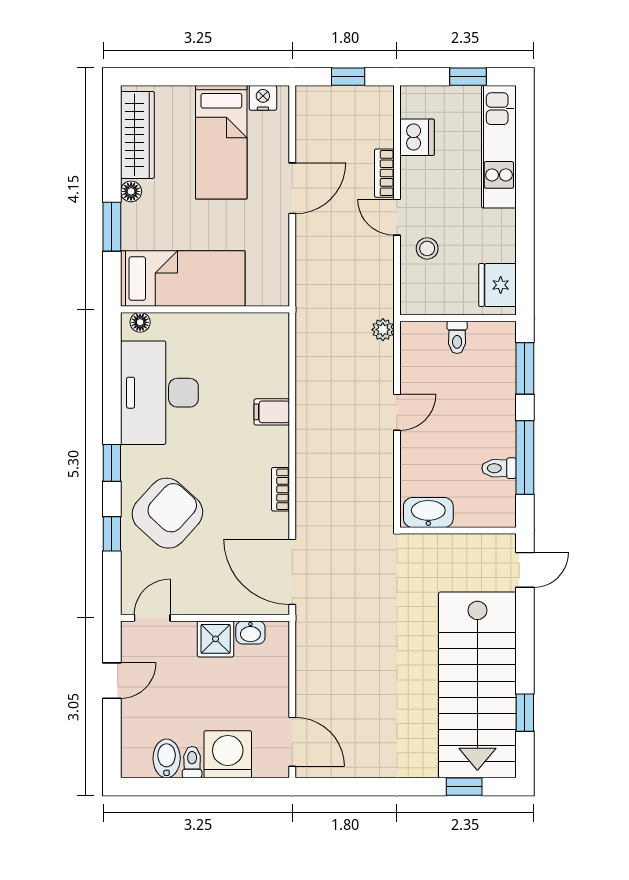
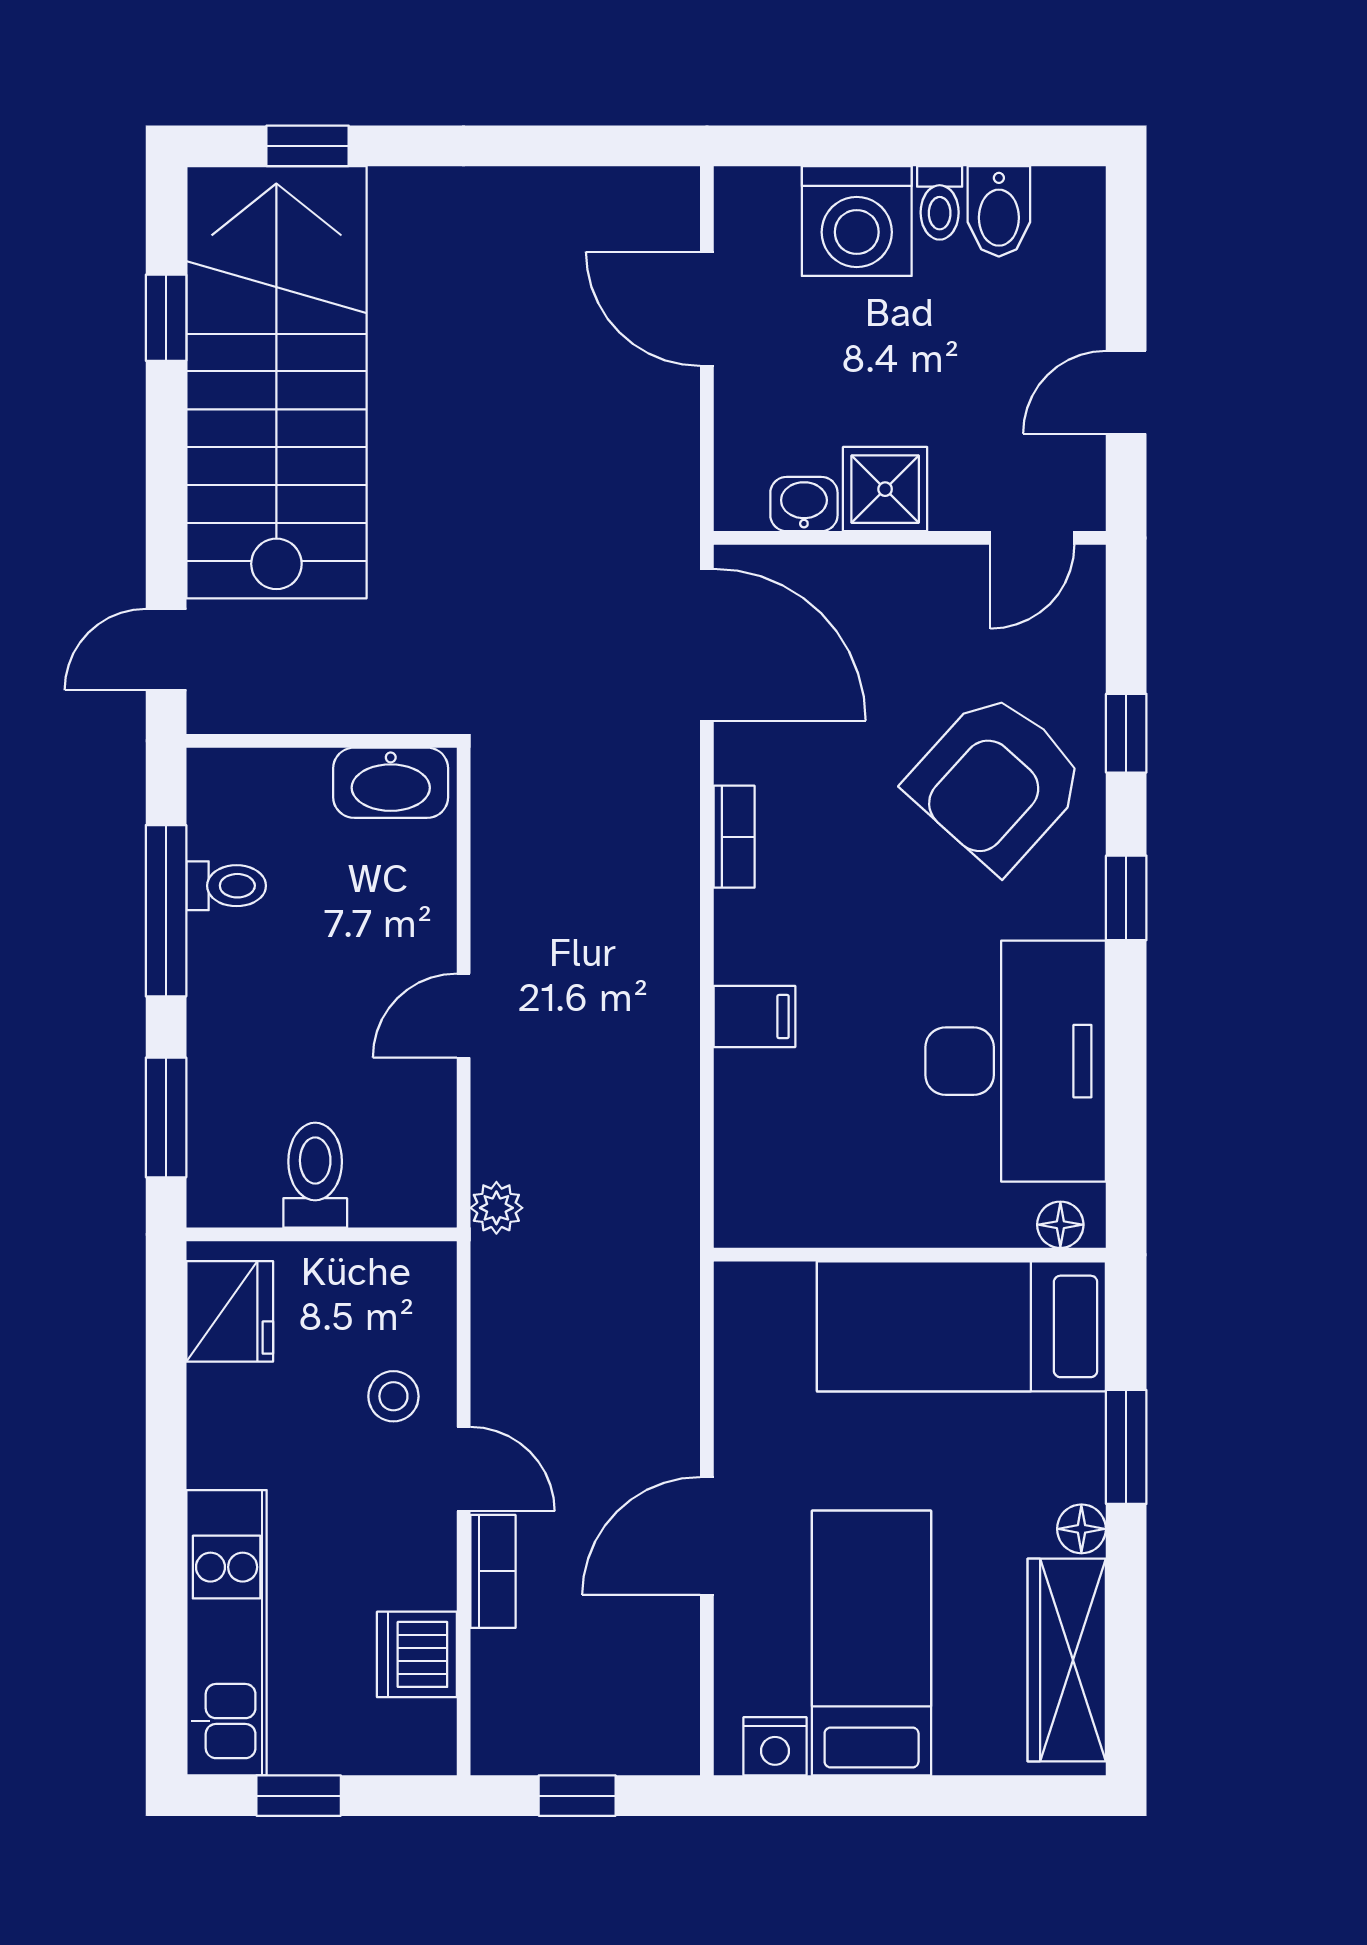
toilet: (457, 337) -> (315, 1175), width x1.37, depth x1.39
door: (292, 742) -> (707, 309), moved

